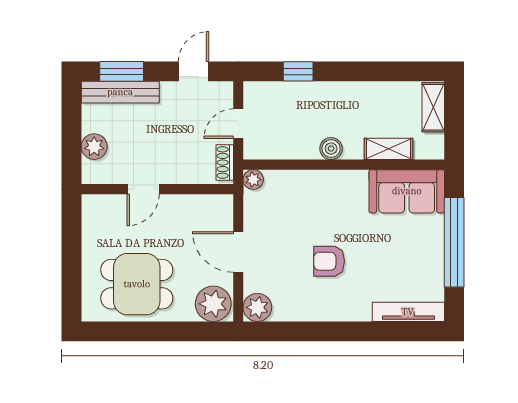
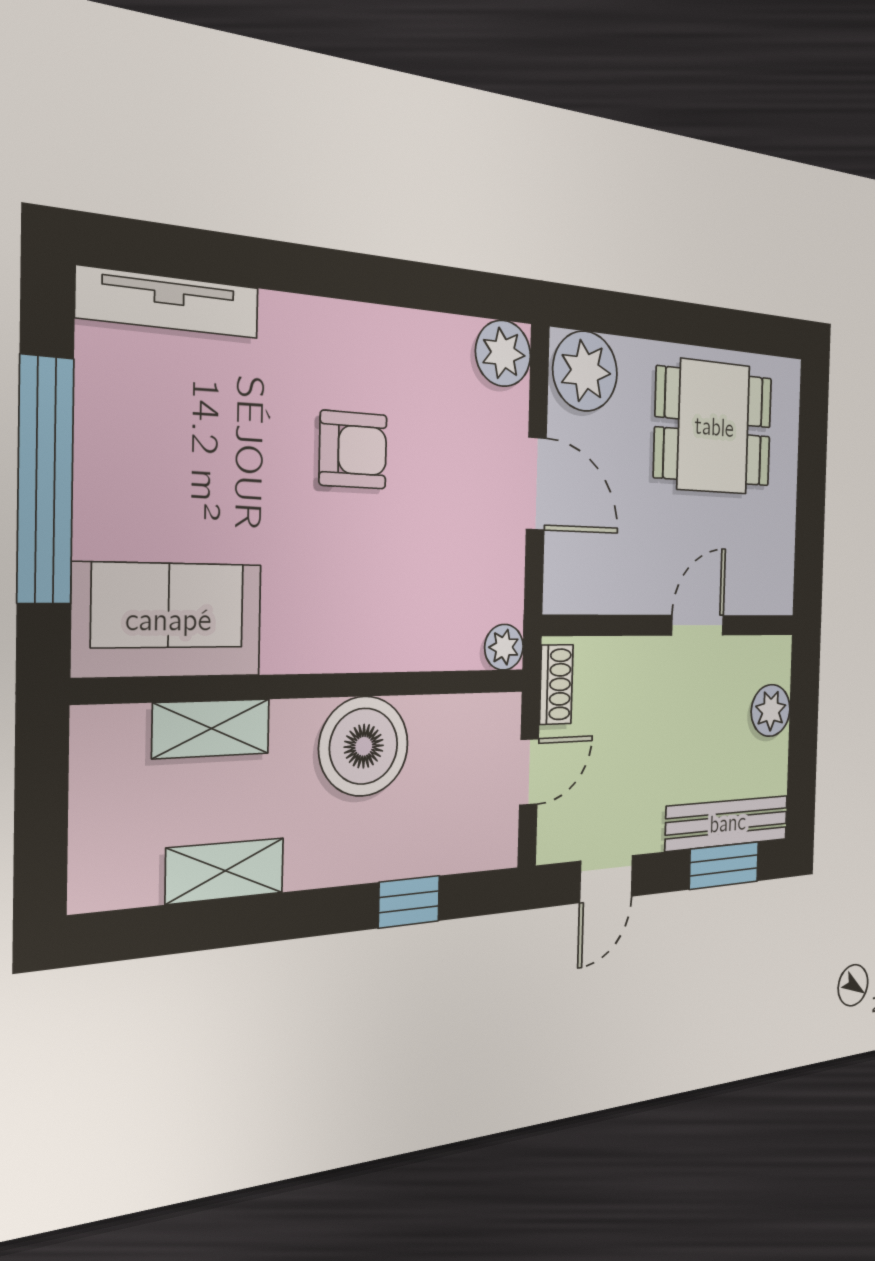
shelving: (433, 107) -> (225, 871), moved, turned 90
boiler: (331, 149) -> (364, 746), width x1.86, depth x1.86

